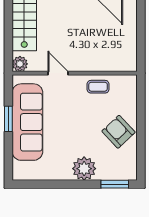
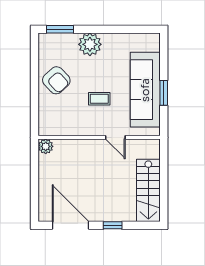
plant: (20, 64) -> (46, 146), moved
coffee table: (98, 87) -> (99, 99), moved

